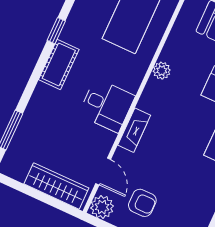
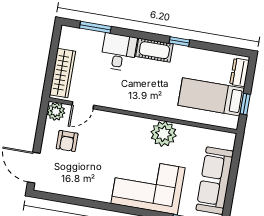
plant: (162, 71) -> (164, 134), width x1.88, depth x1.88
desk: (107, 105) -> (119, 52), moved, turned 180
fireplace: (134, 130) -> (120, 120), removed

